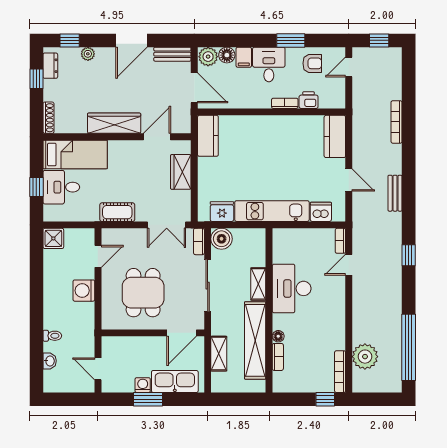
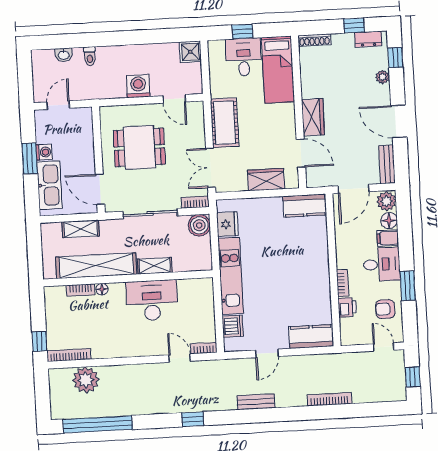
armchair: (312, 63) -> (385, 309), turned 90
wardrobe: (114, 123) -> (313, 117), width x0.67
cot: (117, 212) -> (225, 123), width x1.37, depth x1.34

